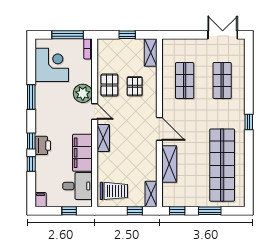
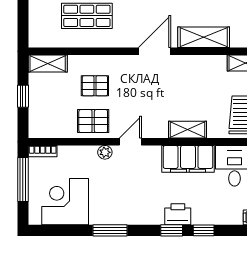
plant: (83, 93) -> (105, 152), width x0.53, depth x0.53
shelving: (103, 138) -> (187, 130), moved

